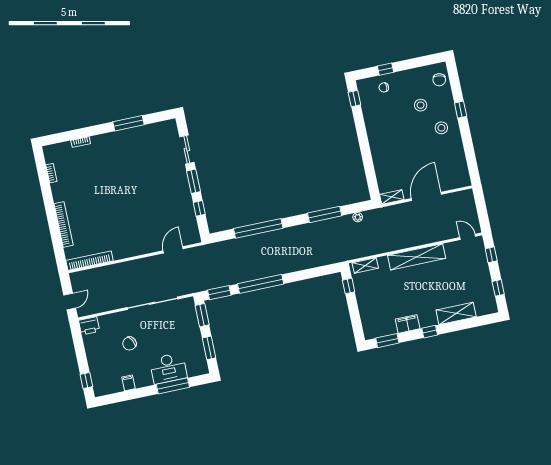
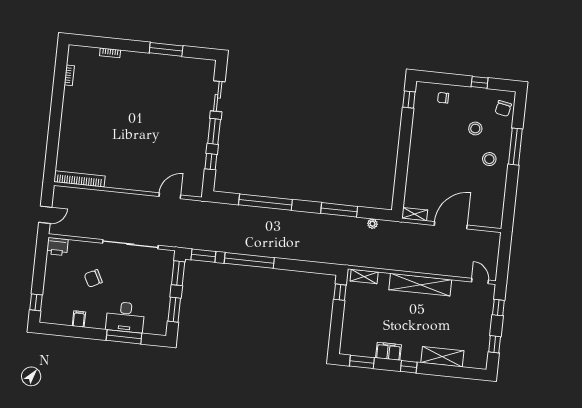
window: (386, 69) -> (480, 82), moved
window: (461, 110) -> (515, 147), width x2.17
bookcase: (64, 224) -> (65, 133), removed

